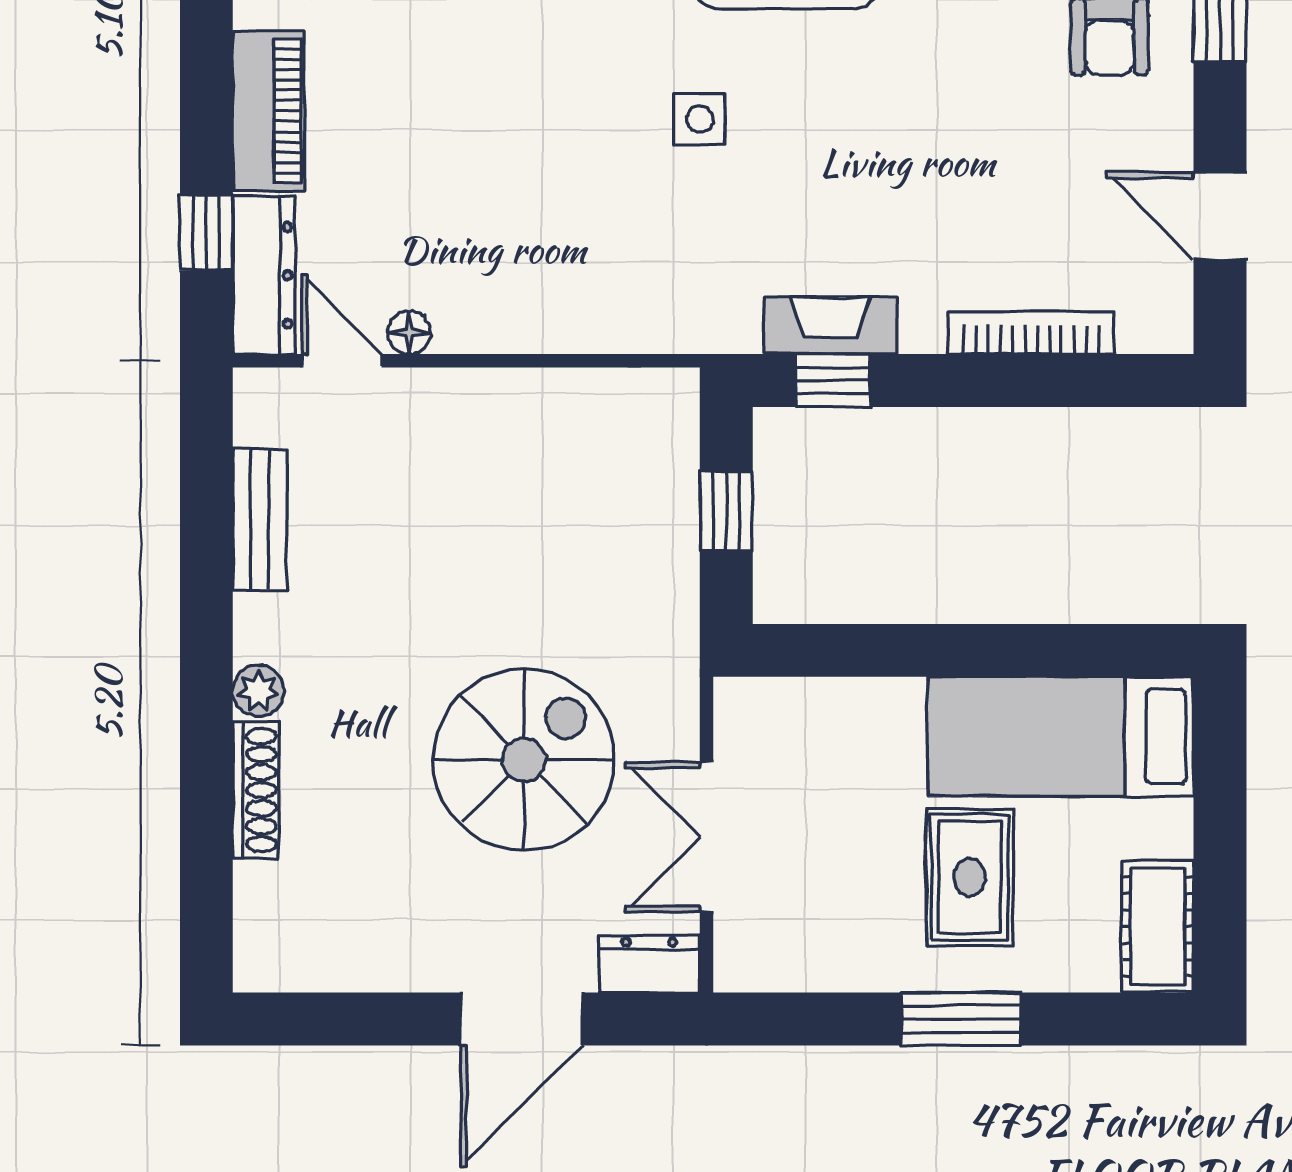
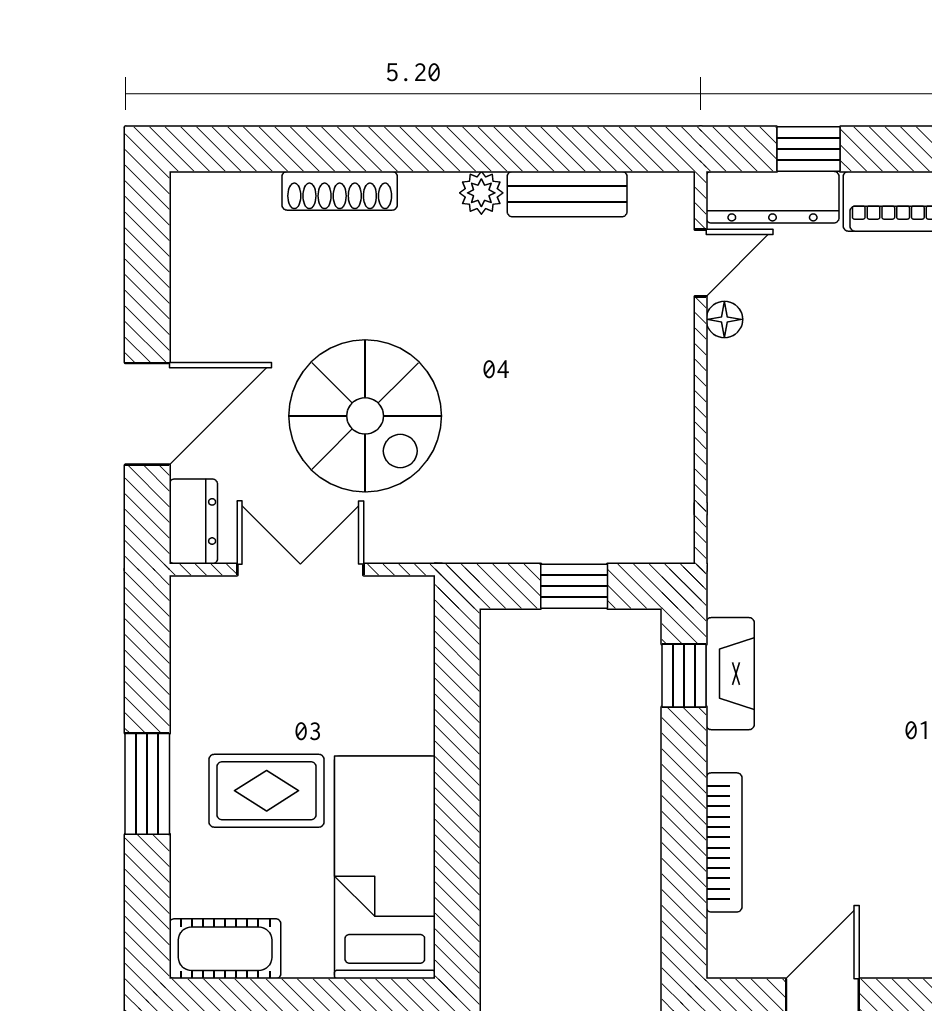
side table: (700, 119) -> (904, 564), removed
plant: (258, 691) -> (481, 193), moved
door: (521, 1019) -> (147, 414), swing flipped

